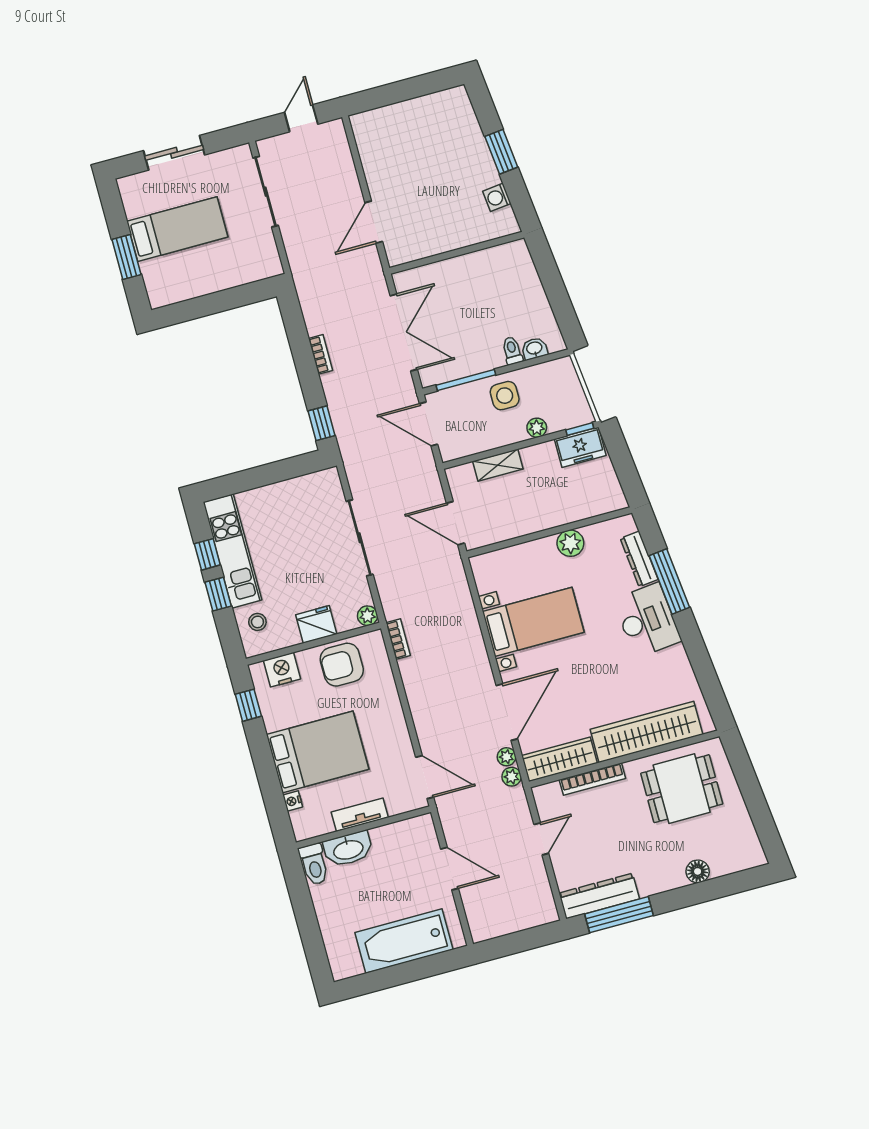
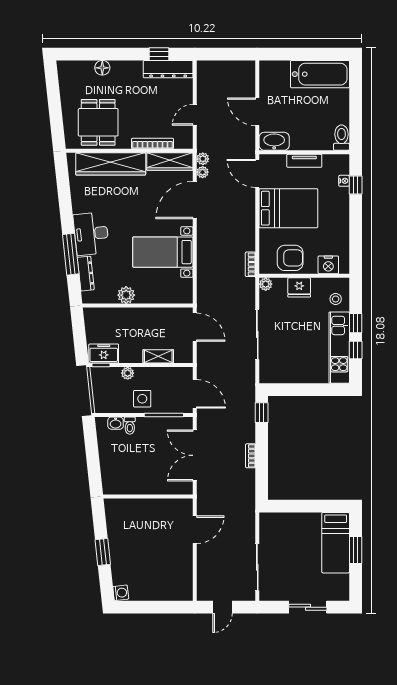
washing machine: (497, 197) -> (121, 593), moved
bed: (177, 229) -> (336, 543), moved, turned -90
window: (248, 705) -> (356, 185), moved
bed: (318, 752) -> (288, 208), moved, turned 180
dining table: (682, 789) -> (98, 122), turned 90
washbasin: (348, 849) -> (274, 141), moved
window: (619, 915) -> (159, 54), width x0.46
bathtub: (404, 941) -> (320, 74), moved

